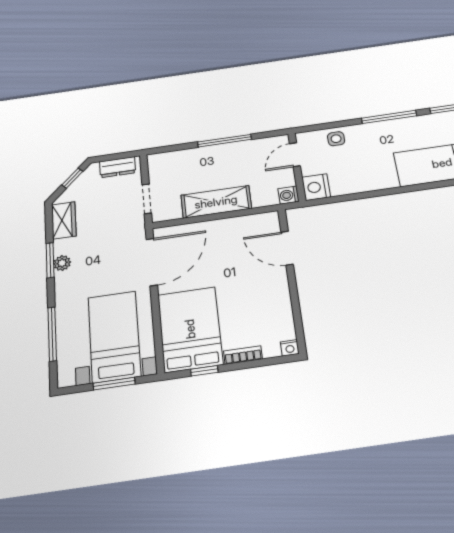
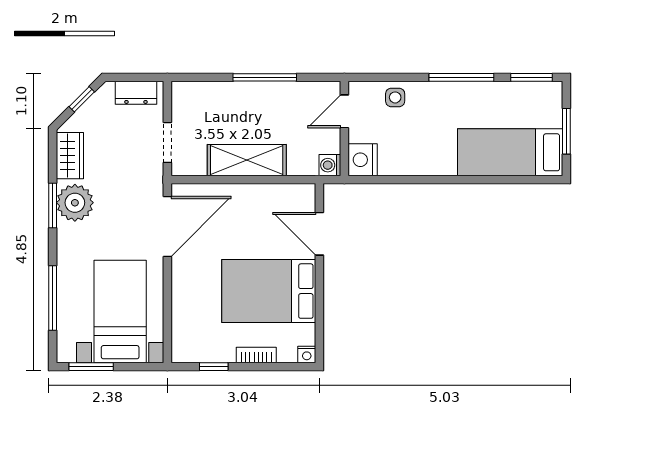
plant: (62, 263) -> (75, 203), width x1.88, depth x1.88
bed: (190, 329) -> (269, 291), moved, turned -90
window: (114, 384) -> (91, 367), moved

